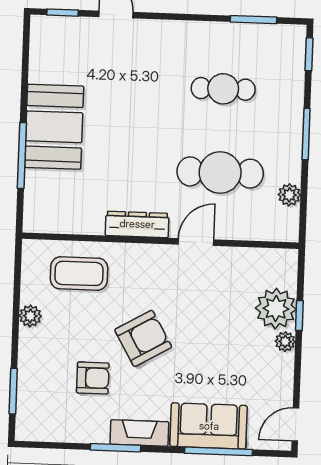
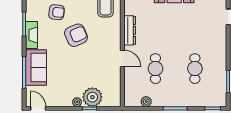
cafe table: (220, 173) -> (155, 69), width x0.73, depth x0.74
armchair: (143, 338) -> (76, 35), turned -83
armchair: (93, 378) -> (57, 12), turned -84

